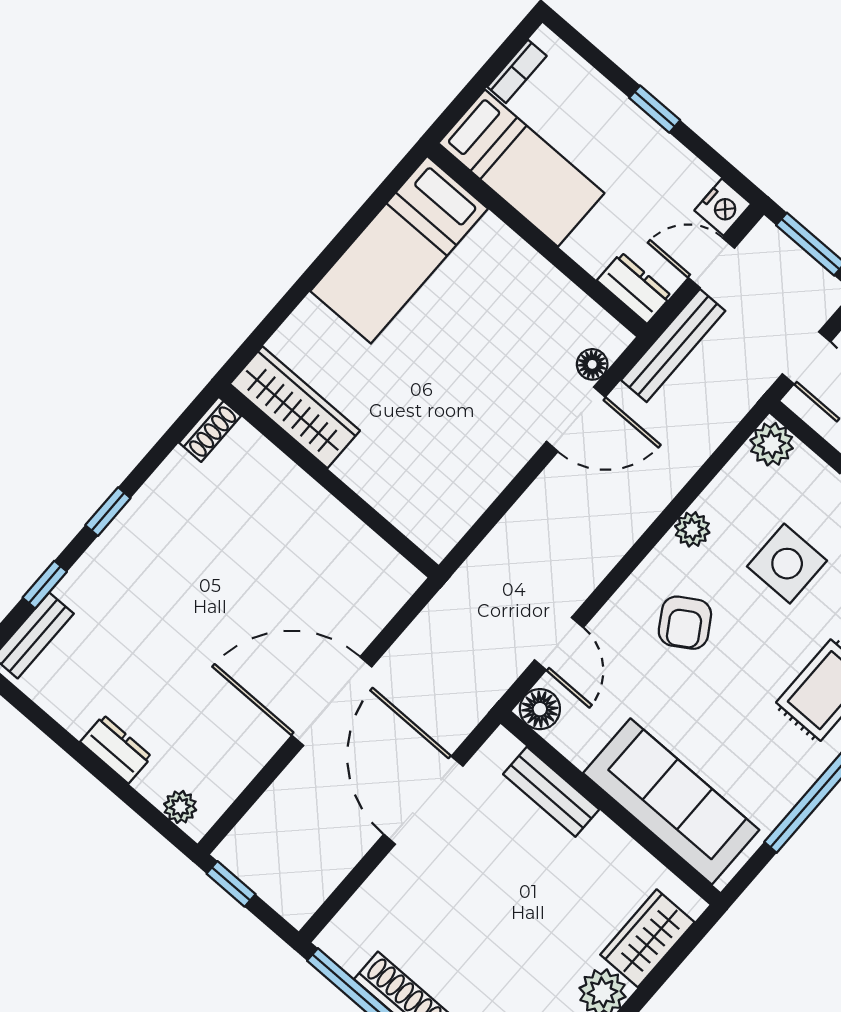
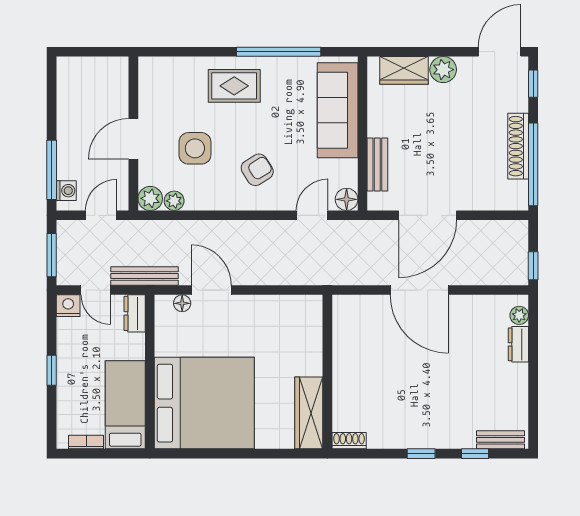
bed: (399, 250) -> (204, 403), width x2.04
plant: (692, 529) -> (174, 201), moved
dresser: (116, 749) -> (518, 344), moved

